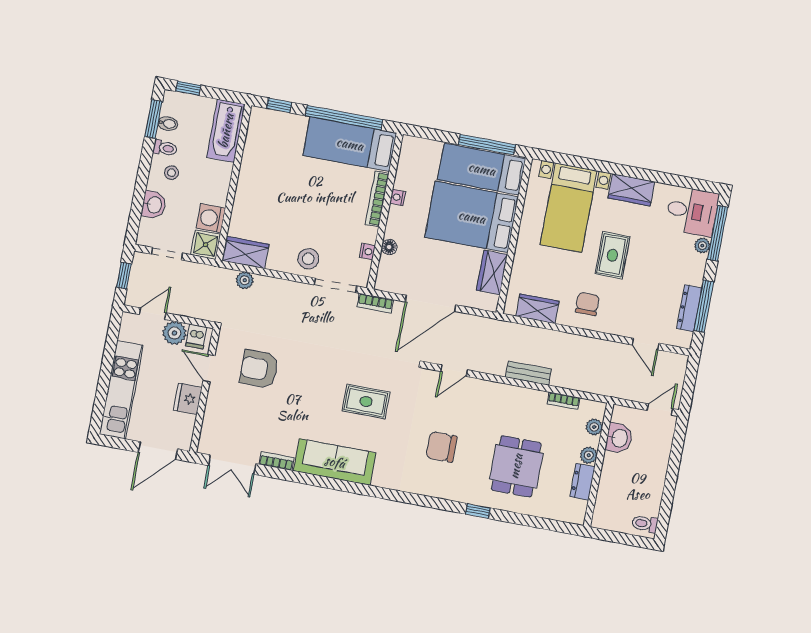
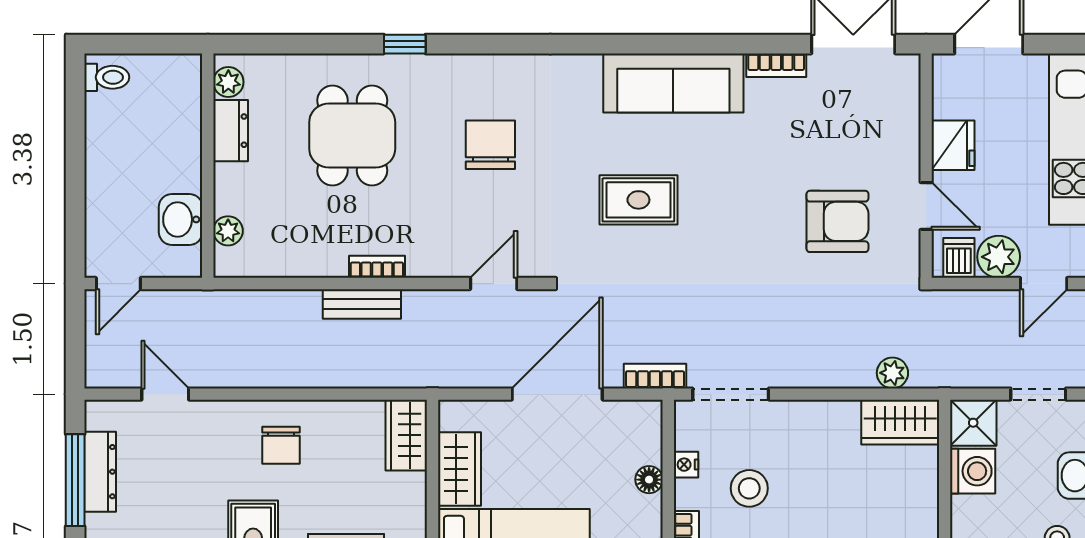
stool: (308, 259) -> (749, 488), moved
wardrobe: (537, 309) -> (406, 435), moved, turned 90
bookcase: (564, 401) -> (377, 267), moved
chair: (441, 447) -> (490, 145), turned -90
plant: (589, 455) -> (228, 82), moved

